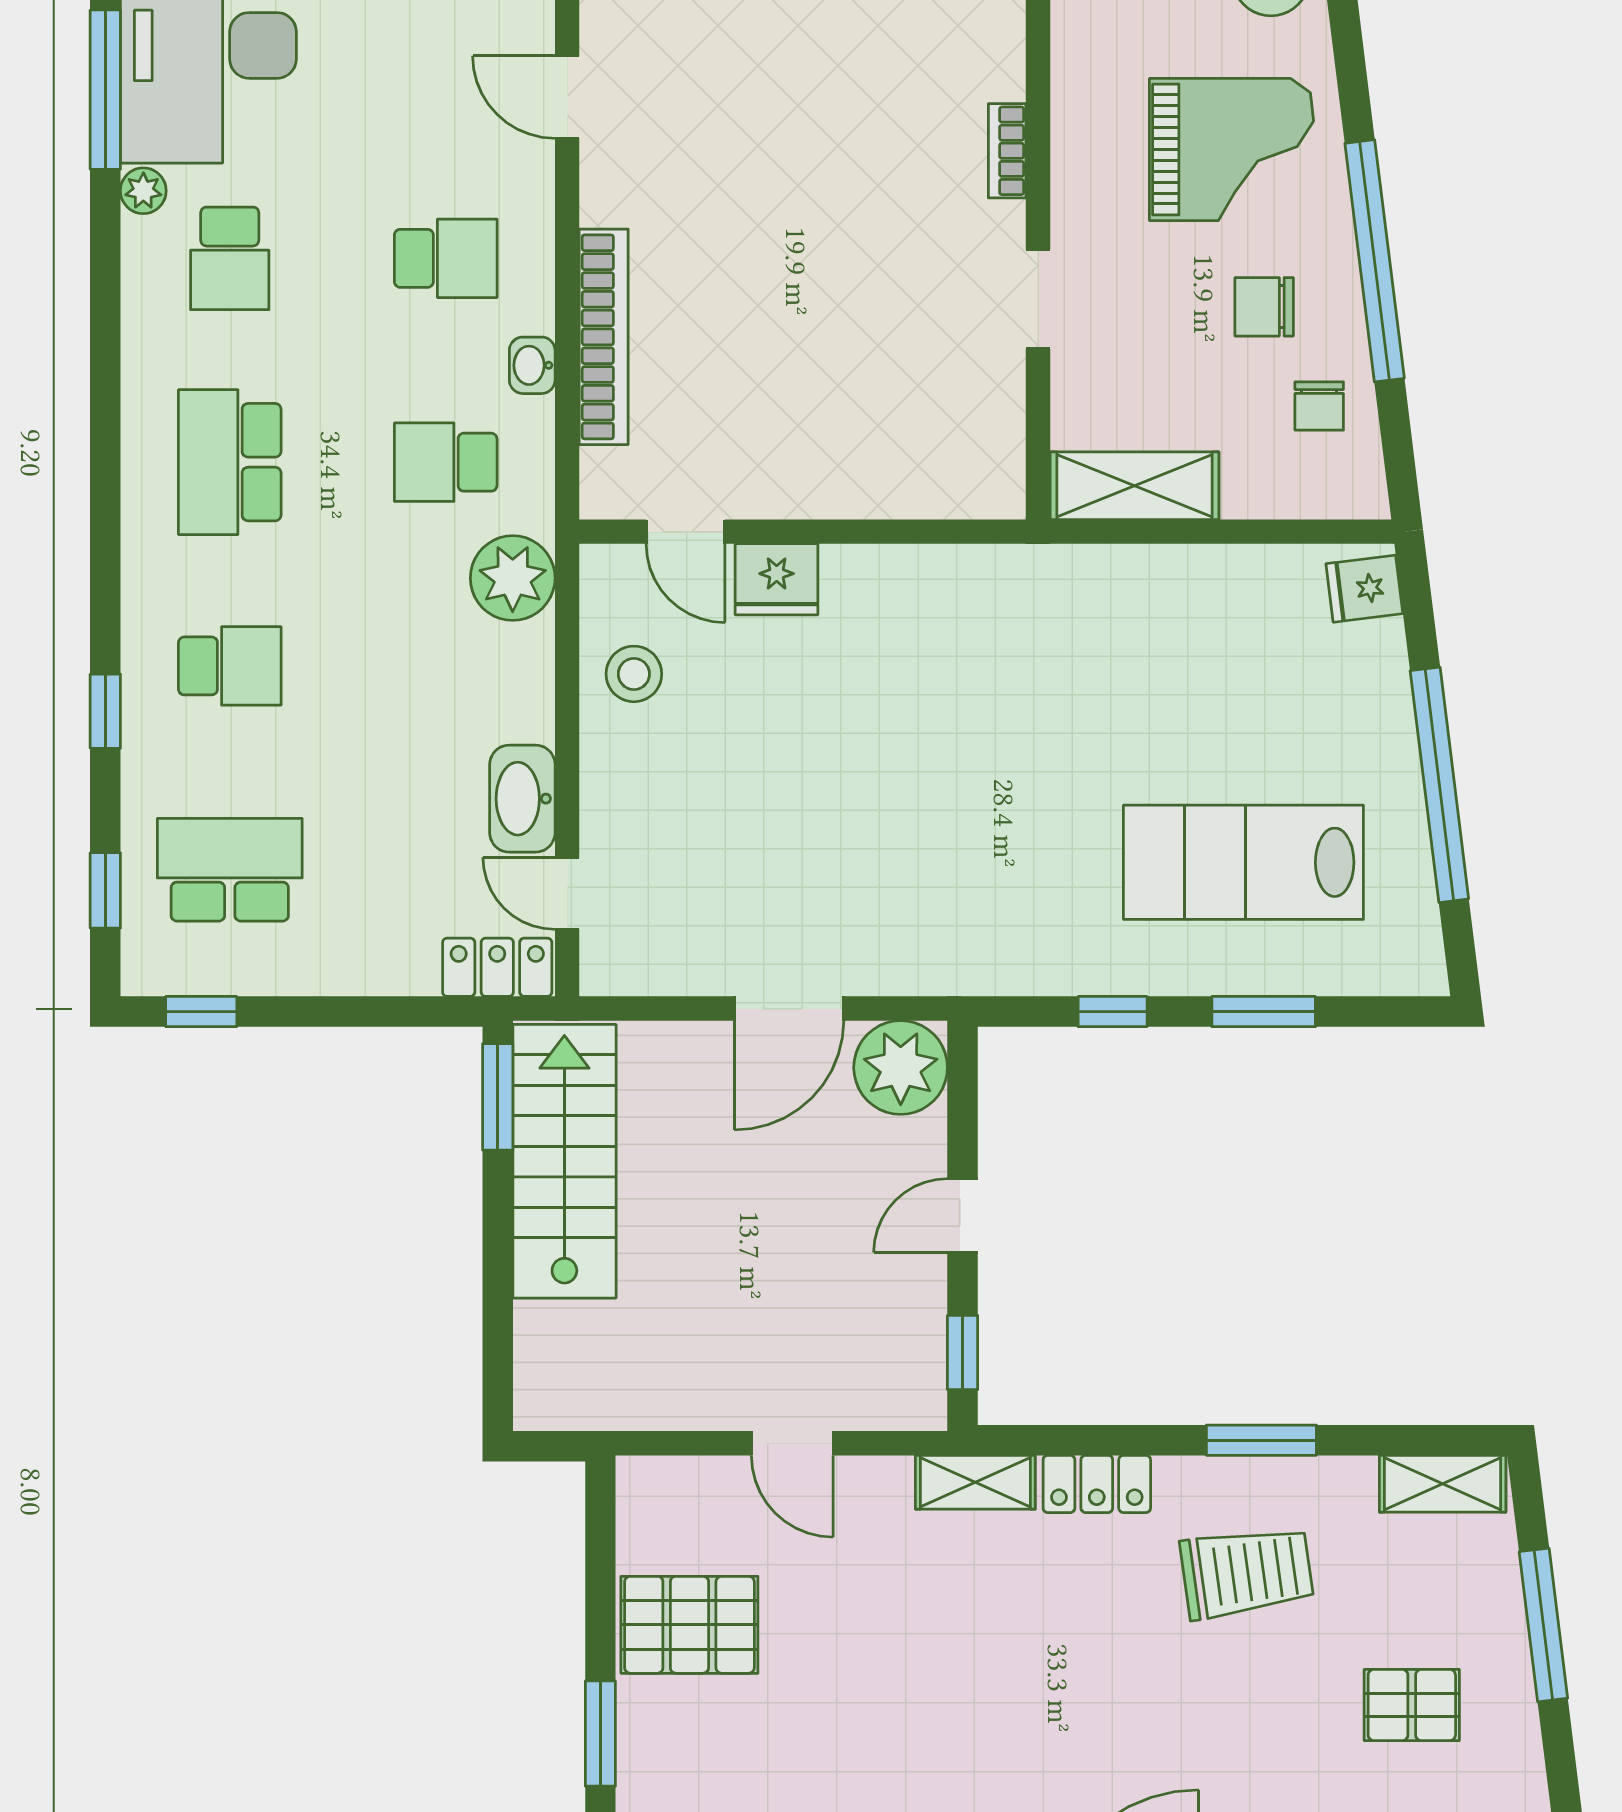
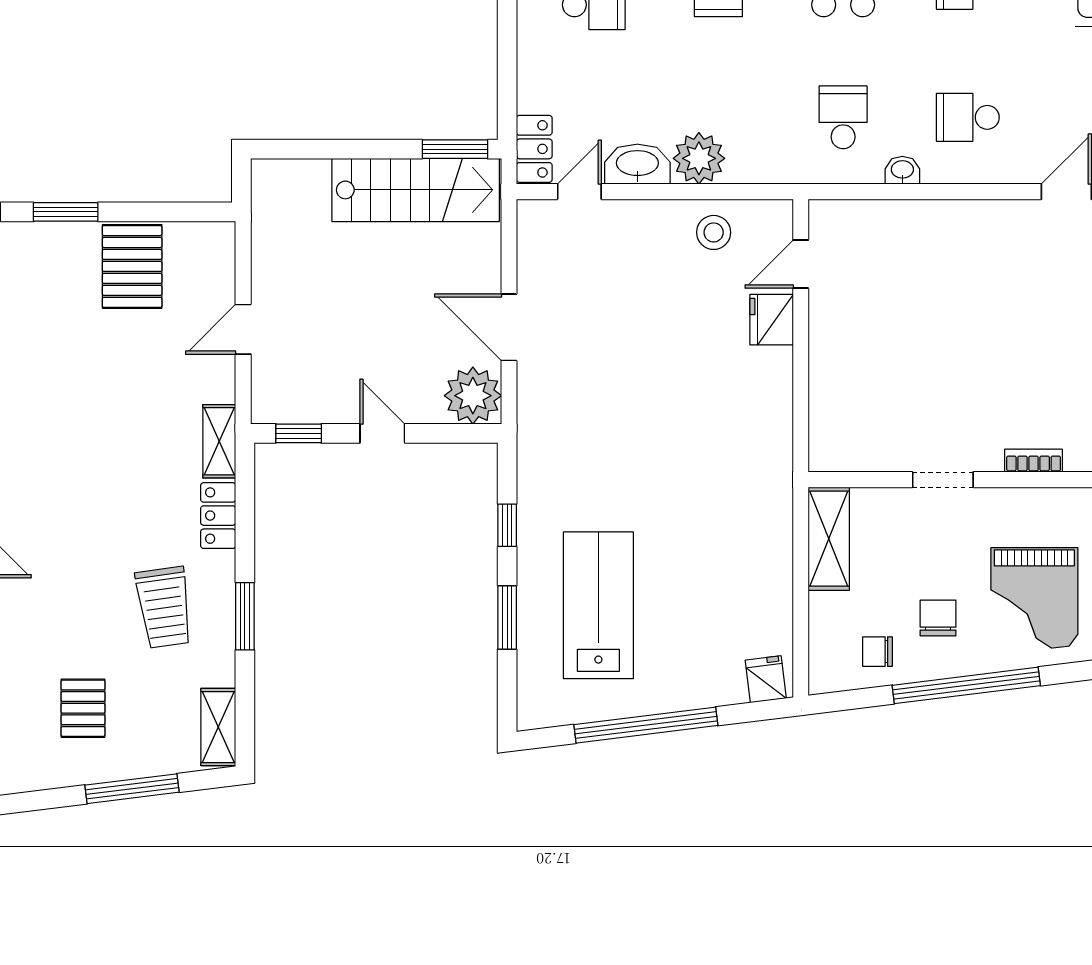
school desk: (446, 258) -> (968, 117), turned 90
bookcase: (604, 337) -> (920, 214), removed
plant: (513, 578) -> (699, 158), moved

